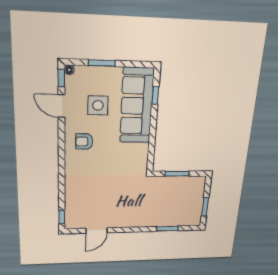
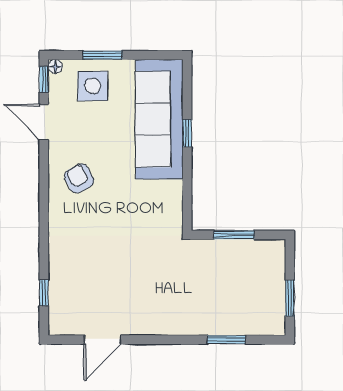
window: (155, 95) -> (187, 133), moved
side table: (98, 105) -> (93, 86), moved
armchair: (84, 142) -> (79, 178), turned 62
window: (62, 217) -> (44, 293), moved

